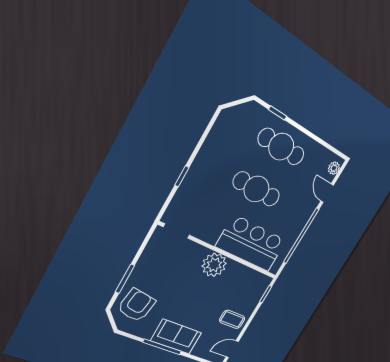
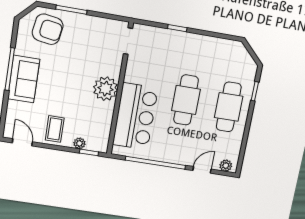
plant: (254, 301) -> (79, 143), added

